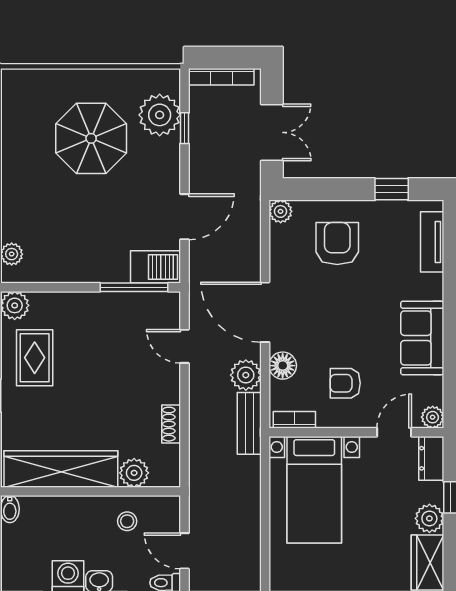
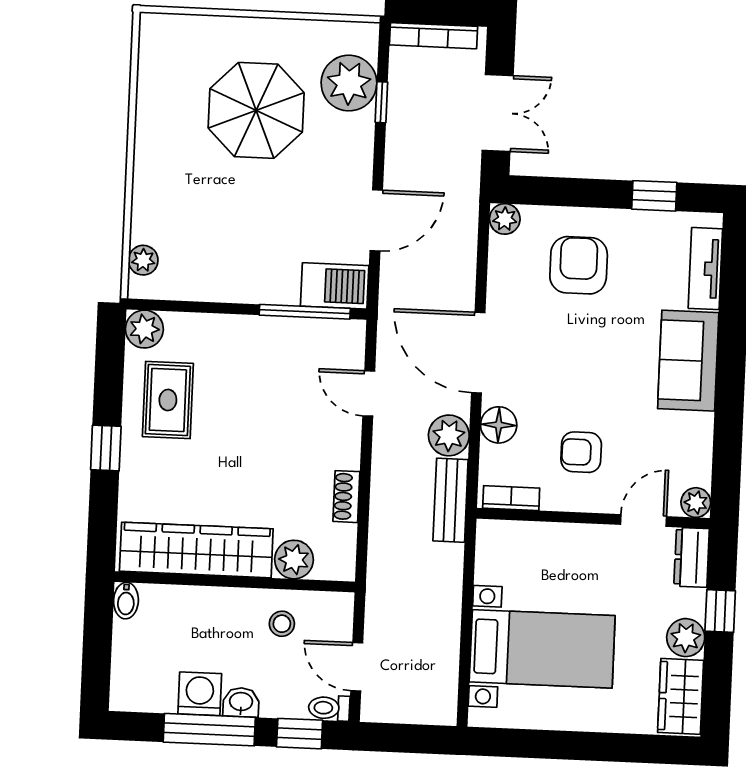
sofa: (422, 338) -> (688, 361), moved
bed with nightstands: (314, 490) -> (542, 649), moved, turned -90

